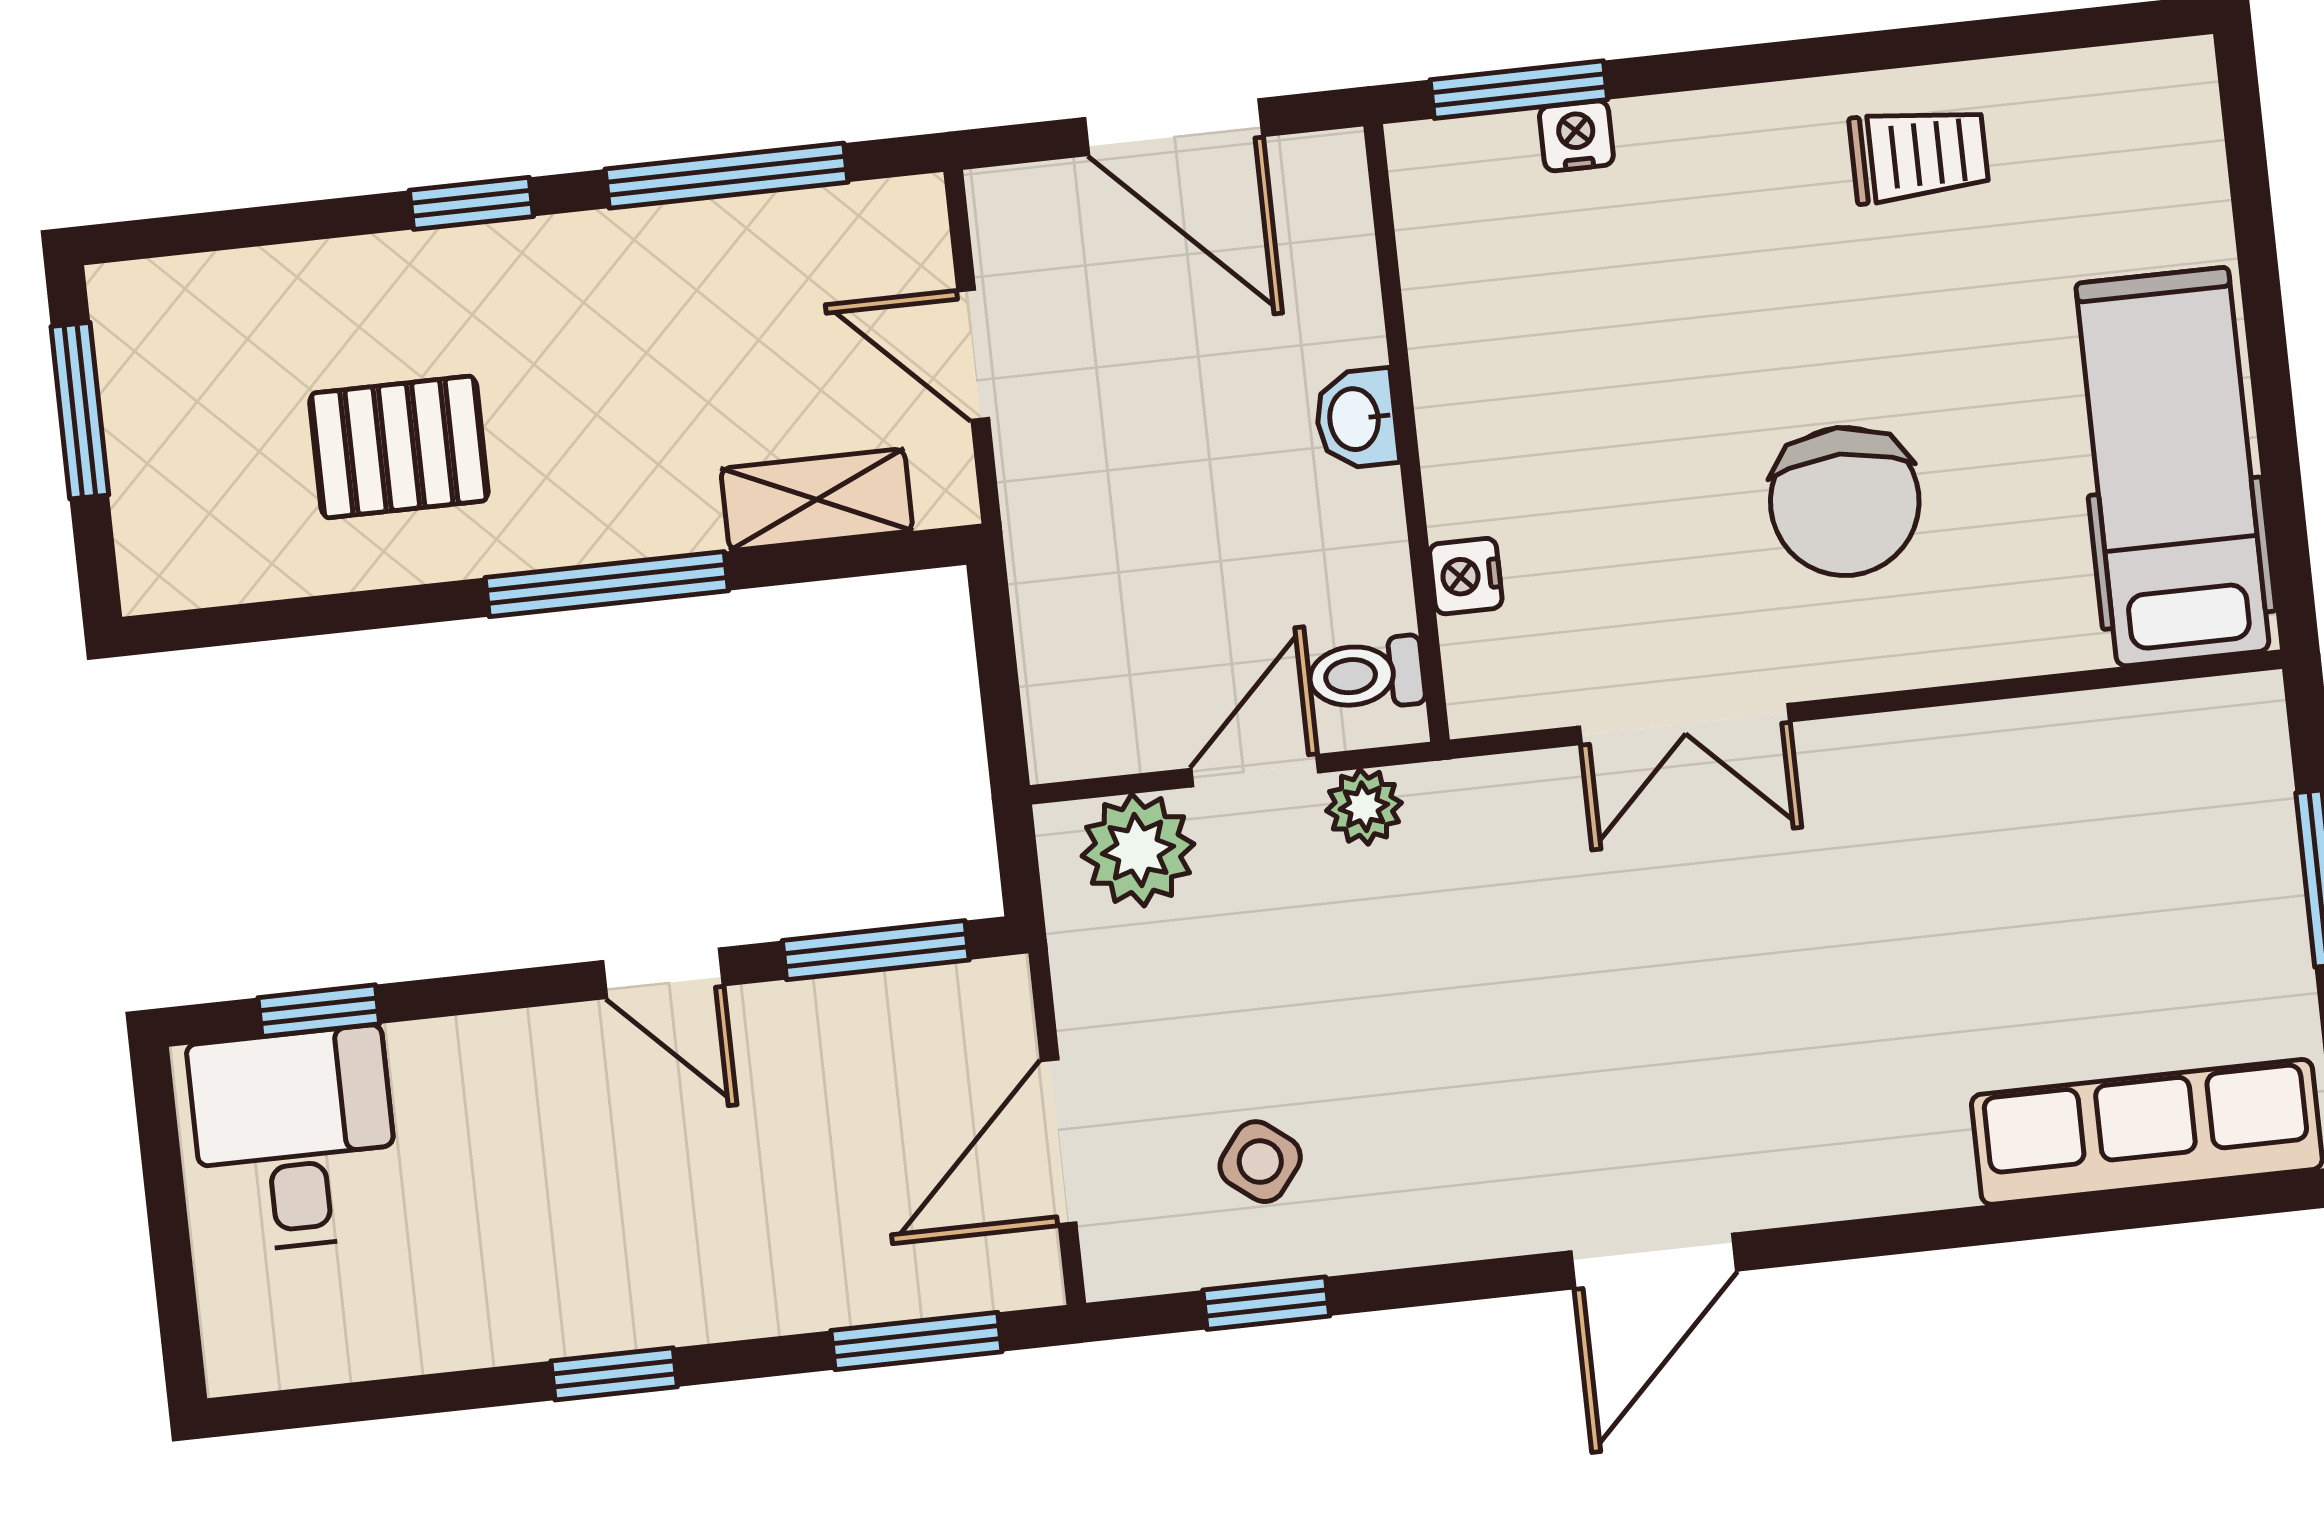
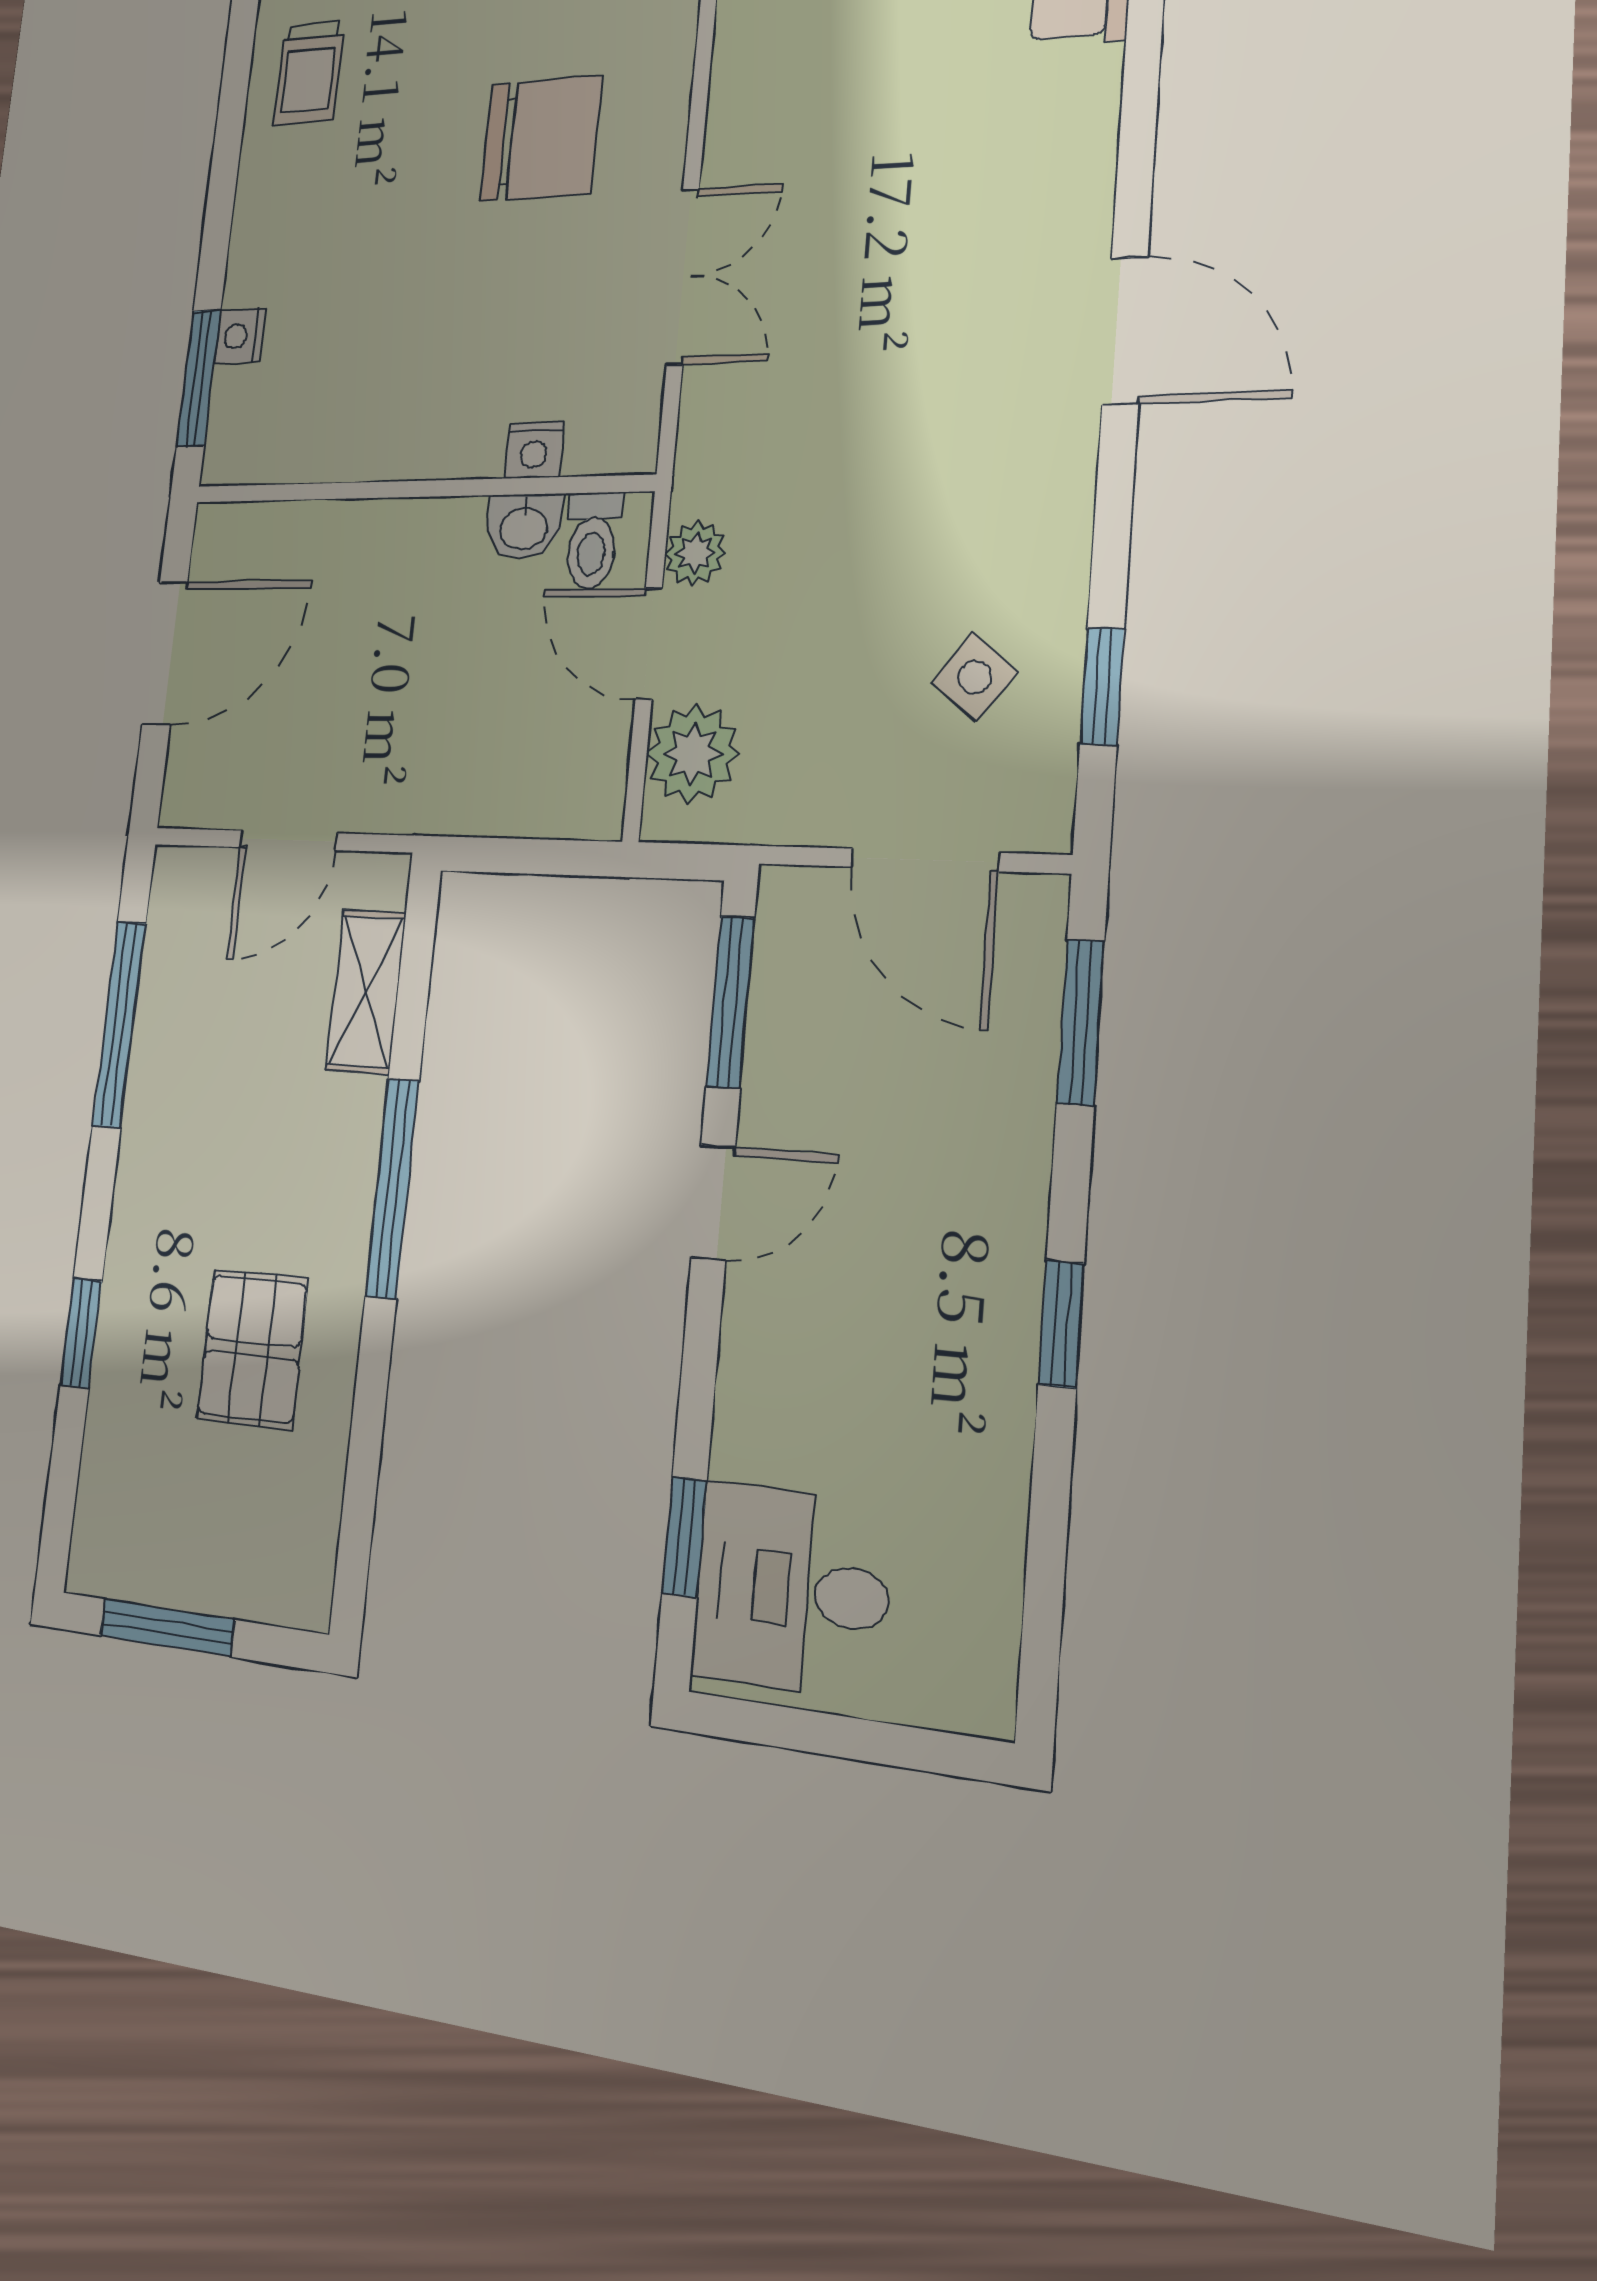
trolley: (1919, 155) -> (309, 73), turned 180
window: (471, 203) -> (81, 1333), moved
washbasin: (1356, 419) -> (524, 527), moved

